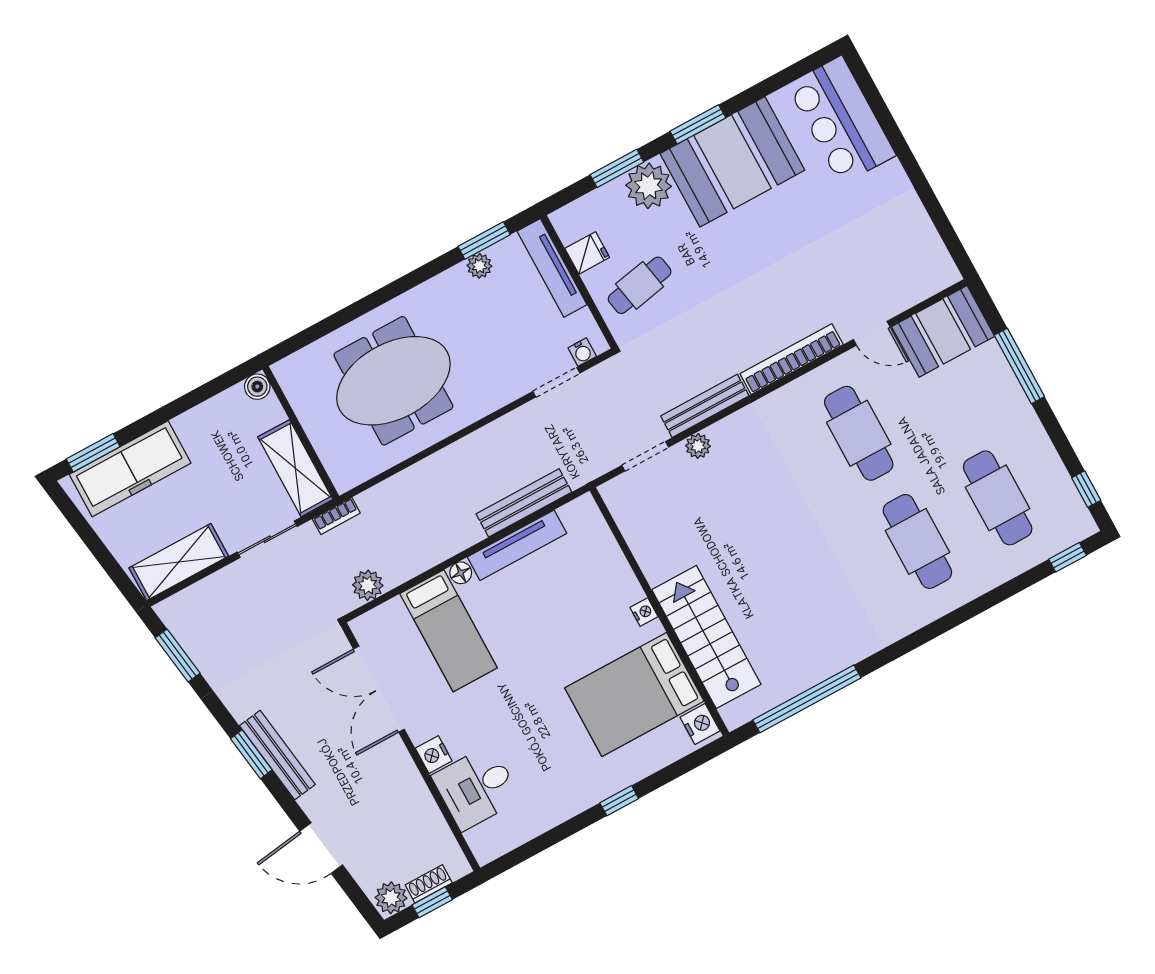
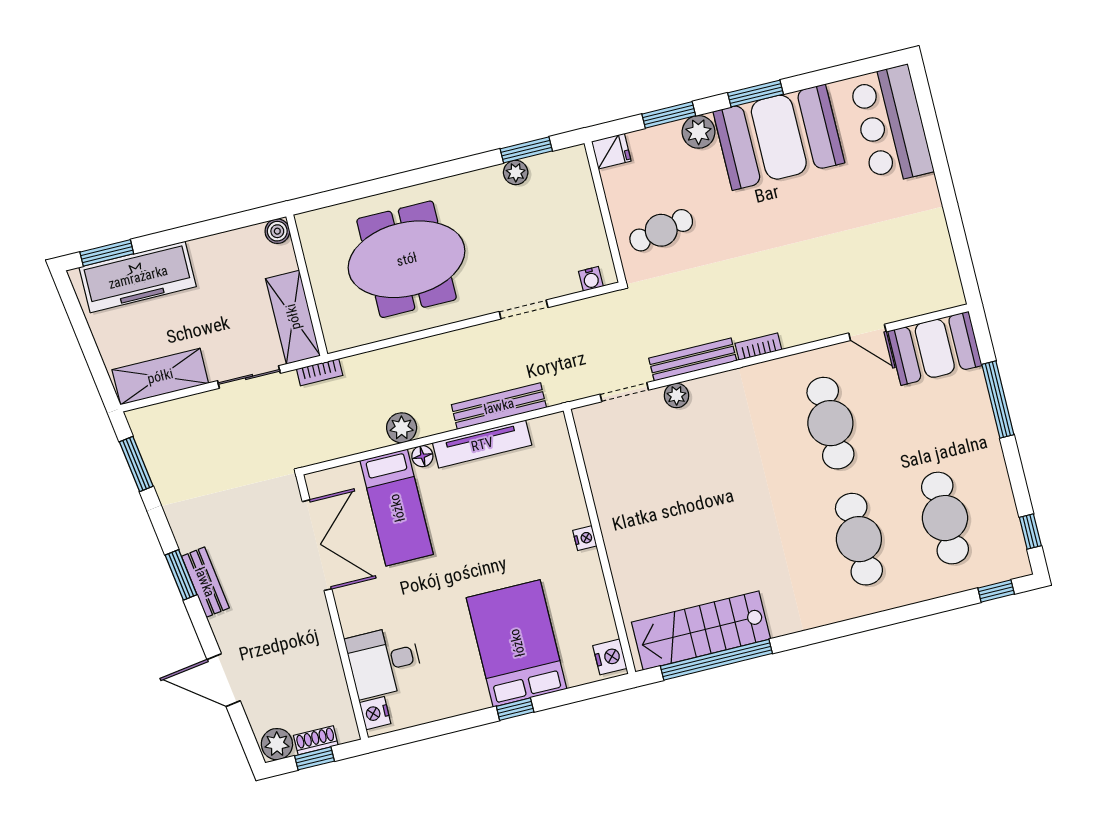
plant: (649, 186) -> (699, 132), width x0.73, depth x0.73
fridge: (587, 253) -> (611, 151), moved
tv unit: (552, 268) -> (583, 192), removed
bookcase: (792, 359) -> (758, 347), width x0.43, depth x0.76
doorway: (556, 382) -> (524, 309), moved
plant: (368, 585) -> (402, 428), moved
stairs: (706, 637) -> (701, 631), moved, turned -90
double door: (379, 689) -> (317, 545), swing flipped
bed: (634, 695) -> (517, 643), moved, turned 90
bench: (277, 755) -> (205, 582), width x0.73
nightstand: (434, 755) -> (375, 713), moved

